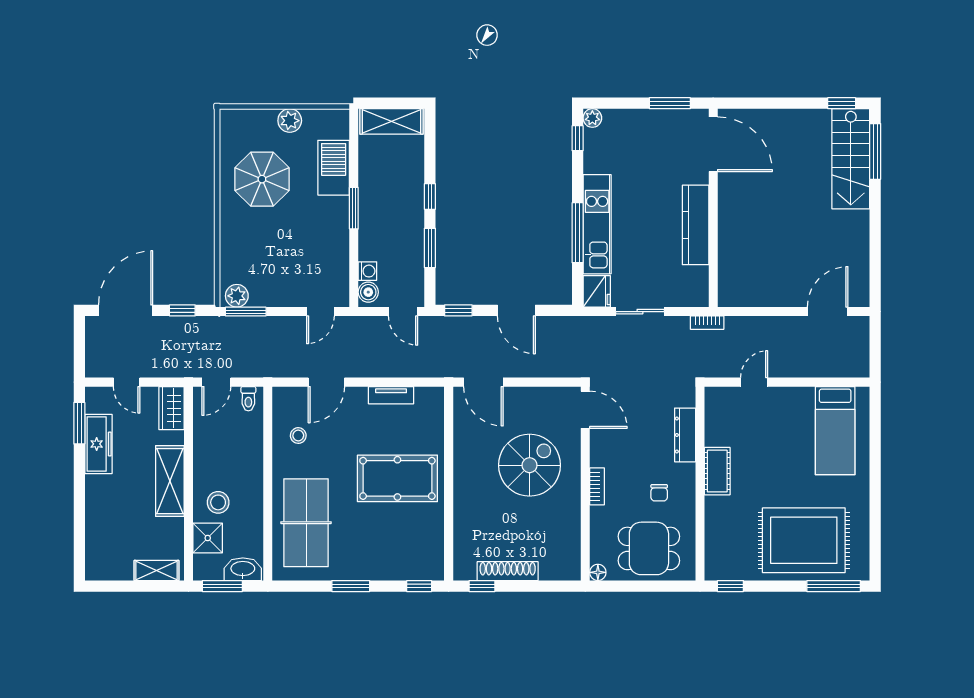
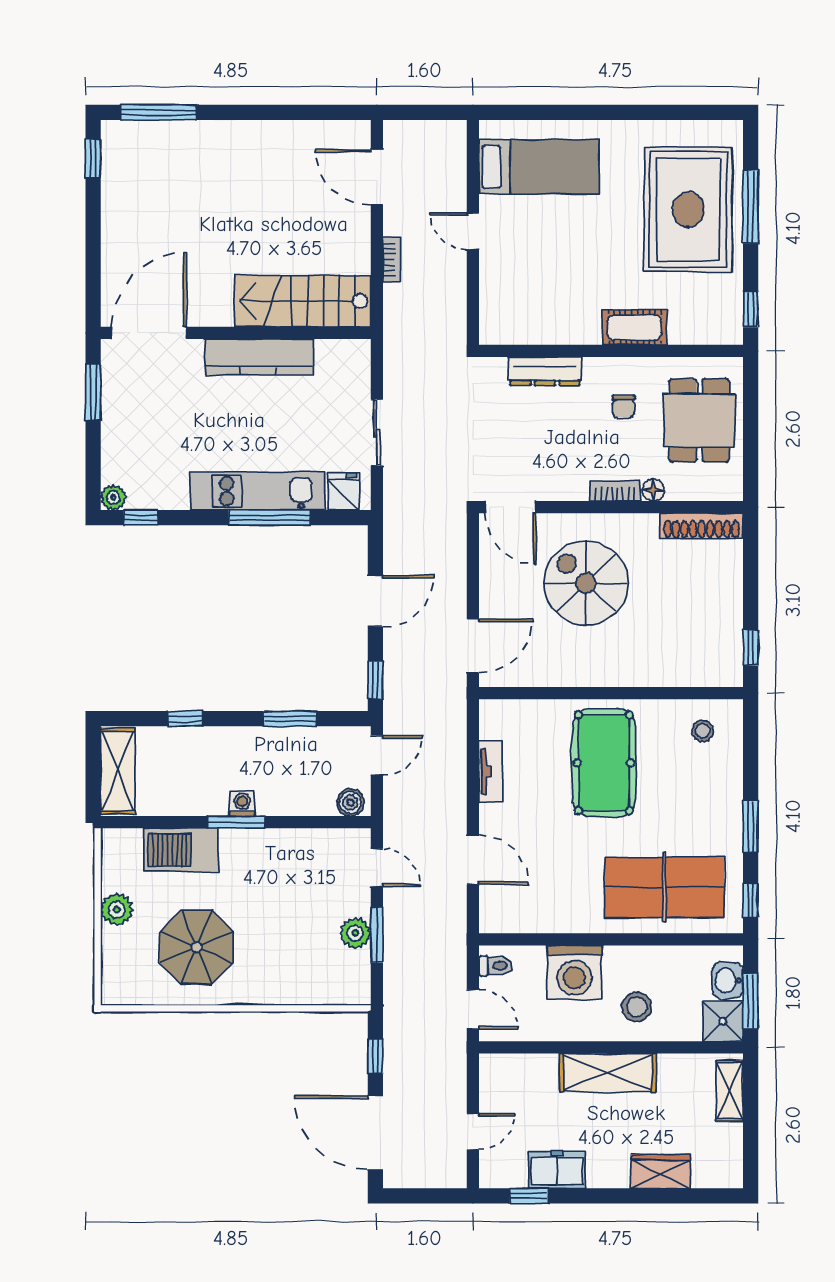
stairs: (851, 159) -> (303, 301), moved, turned 180
window: (430, 196) -> (185, 719), moved
washing machine: (367, 271) -> (242, 804), moved
fridge: (597, 291) -> (343, 491), width x0.72
plant: (237, 296) -> (355, 933), moved
window: (246, 312) -> (377, 935), moved
bookcase: (707, 323) -> (392, 260), moved
door: (754, 382) -> (473, 231), moved
wardrobe: (172, 408) -> (661, 1171), moved, turned 180
door: (585, 410) -> (510, 507), swing flipped
window: (79, 423) -> (529, 1196), width x0.67
stool: (298, 436) -> (703, 731), moved
freezer: (99, 444) -> (557, 1170), width x0.71
washing machine: (244, 457) -> (574, 972), added
cot: (717, 471) -> (635, 327), moved
chair: (659, 493) -> (624, 406), turned 90
shower: (208, 538) -> (723, 1021), moved
washbasin: (243, 569) -> (728, 980), width x0.72
shoe rack: (508, 571) -> (702, 526), moved, turned -90
floor lamp: (598, 572) -> (653, 490), moved
window: (419, 586) -> (751, 900), moved
window: (834, 586) -> (751, 207), moved

